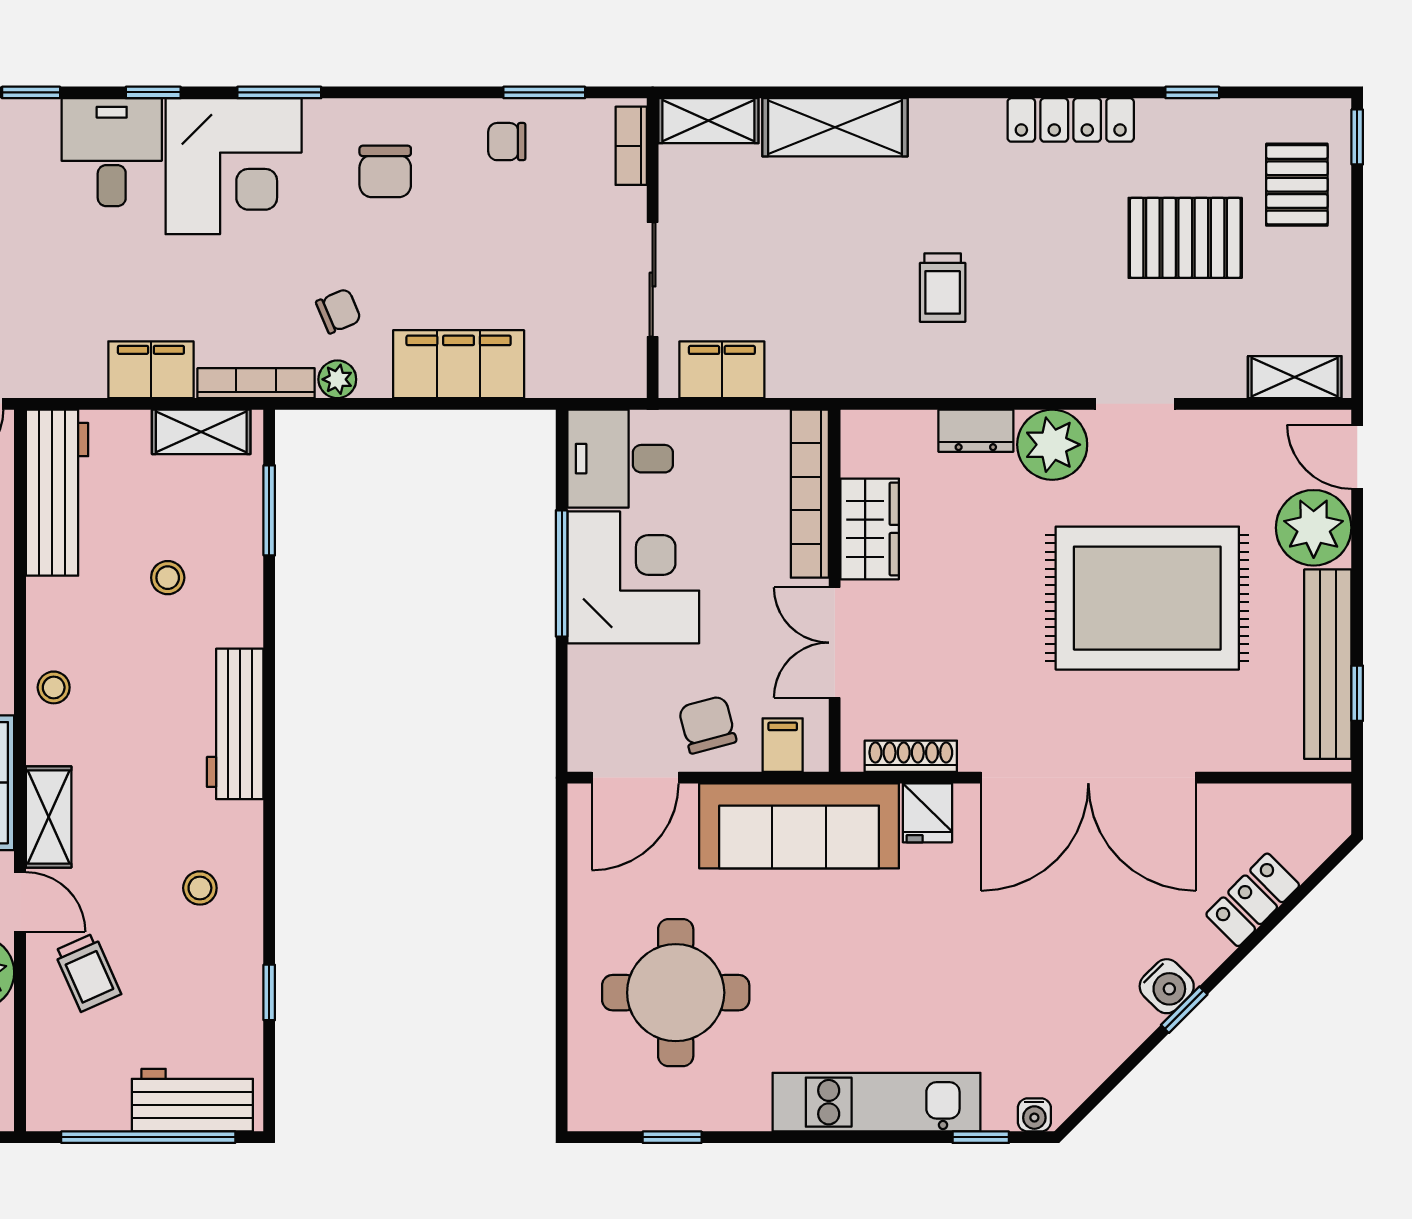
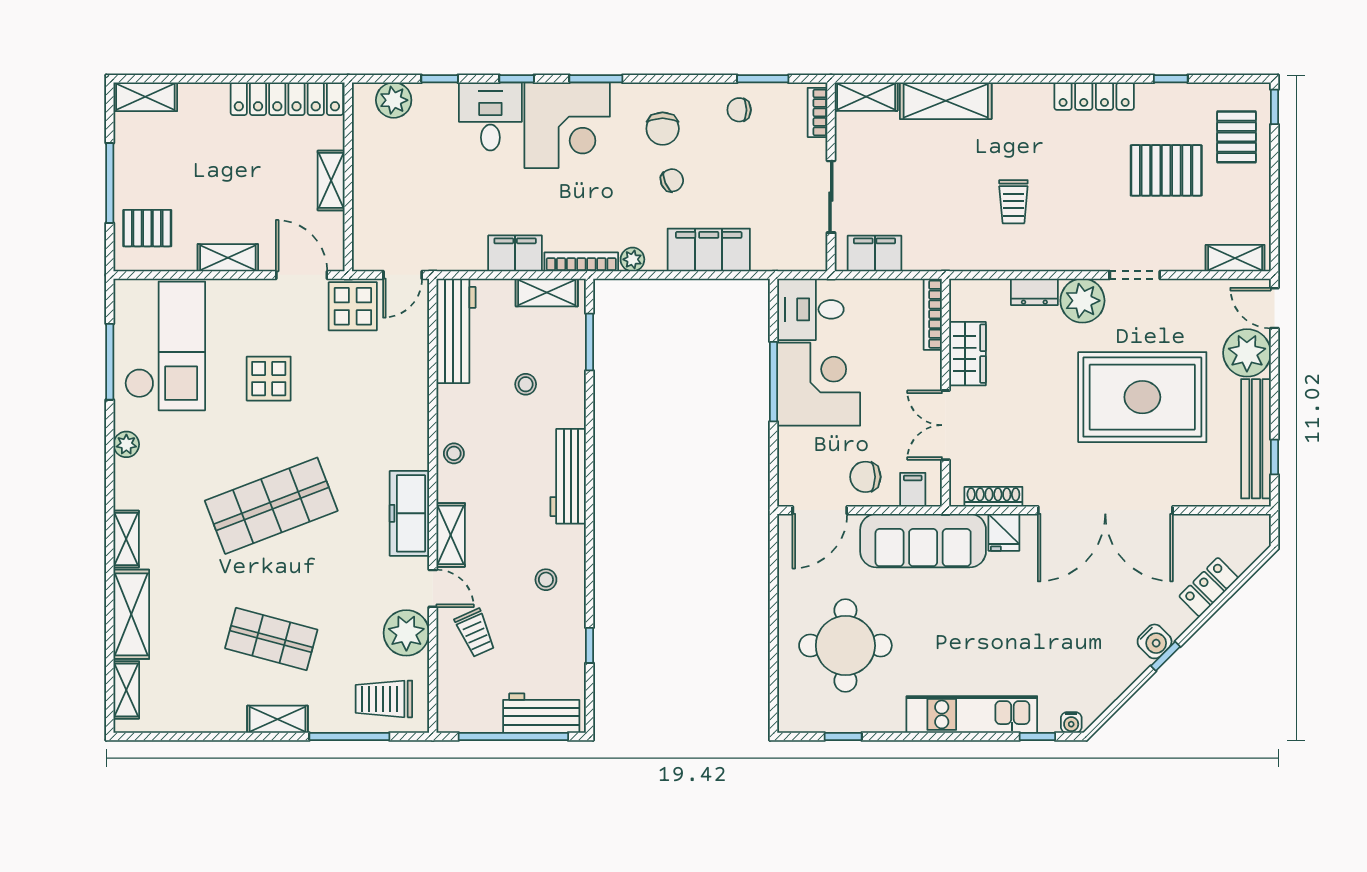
chair: (339, 311) -> (672, 180), moved
bookcase: (810, 494) -> (933, 314), width x0.68, depth x0.76
chair: (707, 725) -> (865, 477), turned -75

